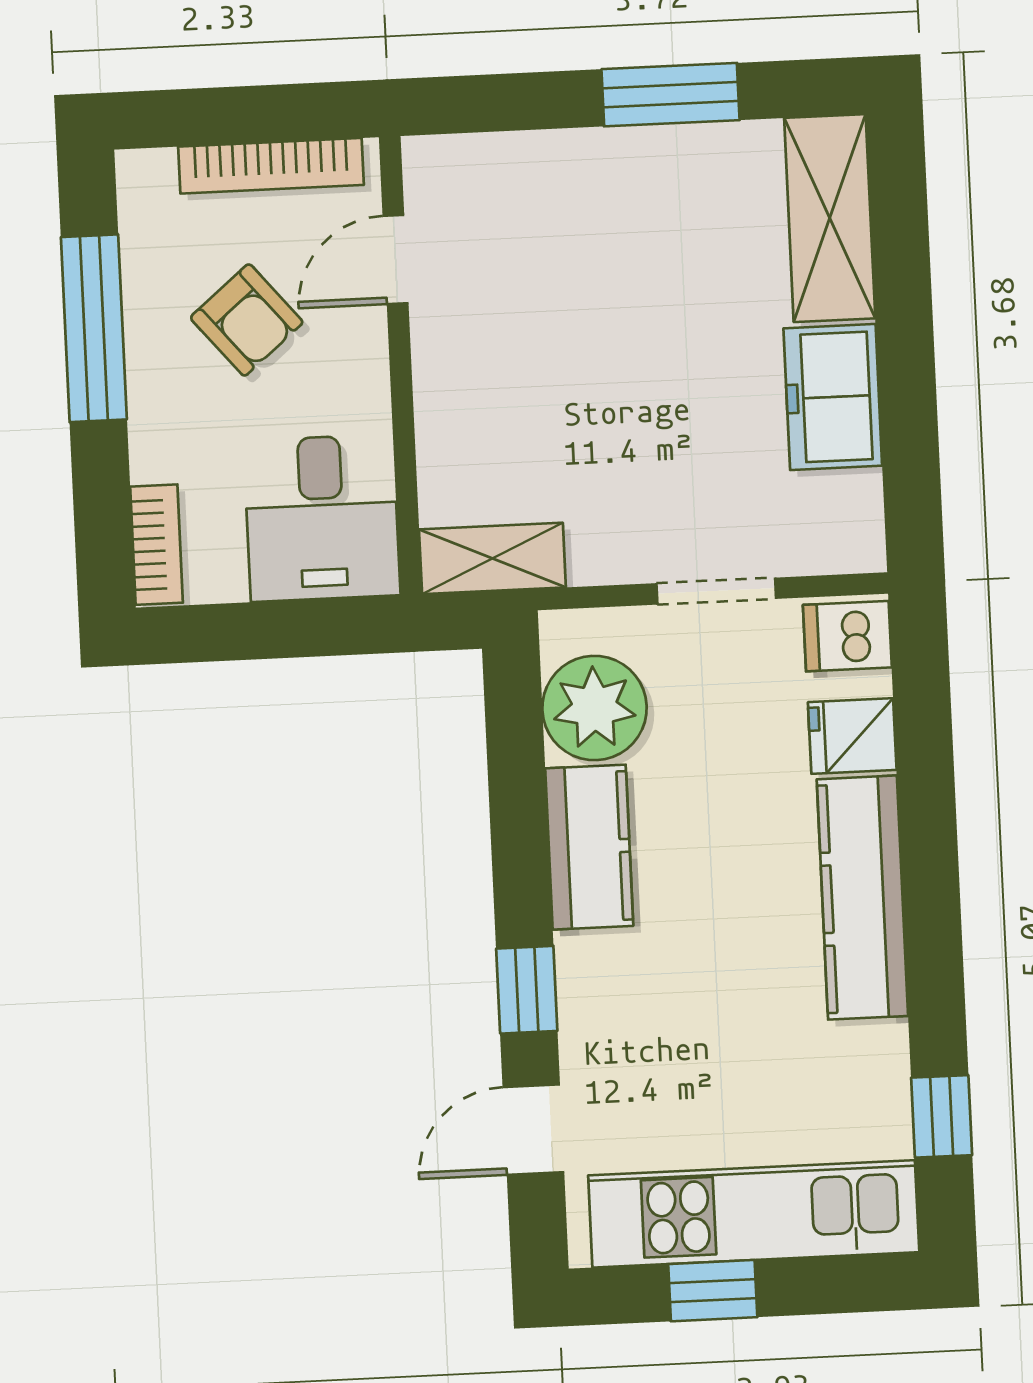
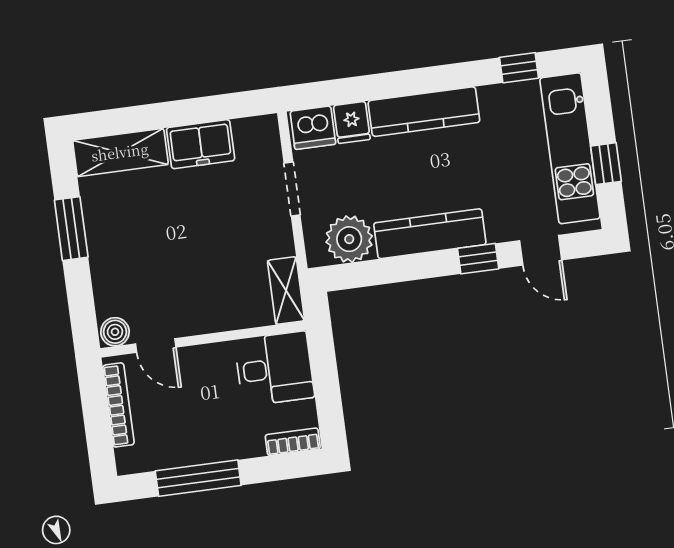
boiler: (434, 172) -> (115, 332), added
armchair: (247, 320) -> (189, 410), removed
dishwasher: (847, 636) -> (313, 128), width x1.38
kitchen counter: (589, 847) -> (430, 234), width x1.50

